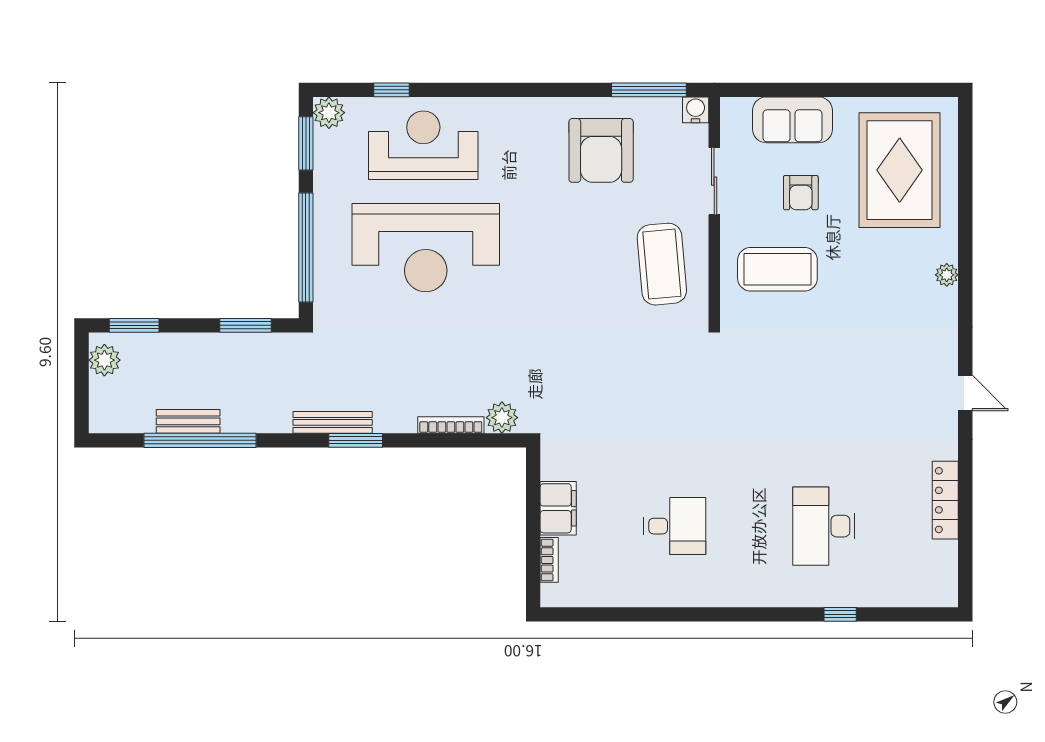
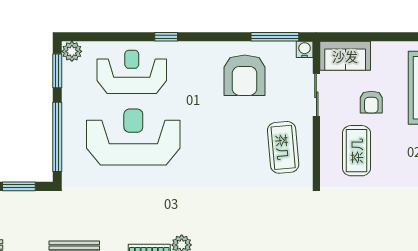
window: (391, 90) -> (166, 37), moved
sofa: (793, 120) -> (345, 56), moved
reception desk: (426, 248) -> (133, 137), turned 180
coffee table: (777, 269) -> (356, 151), turned 90

